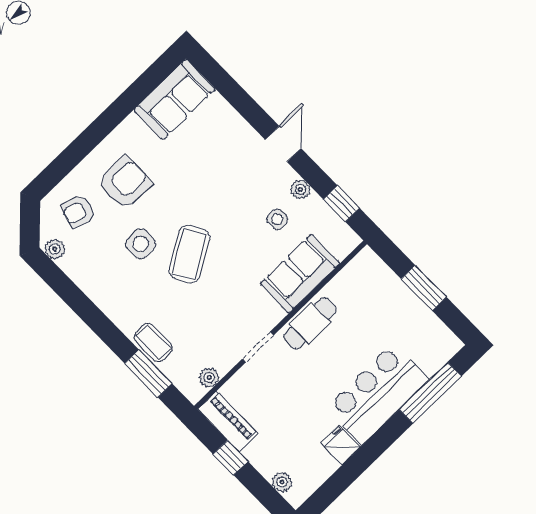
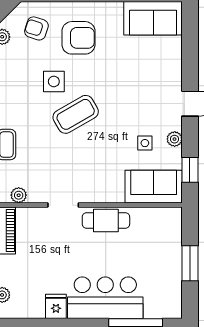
sofa: (300, 274) -> (154, 187), moved

